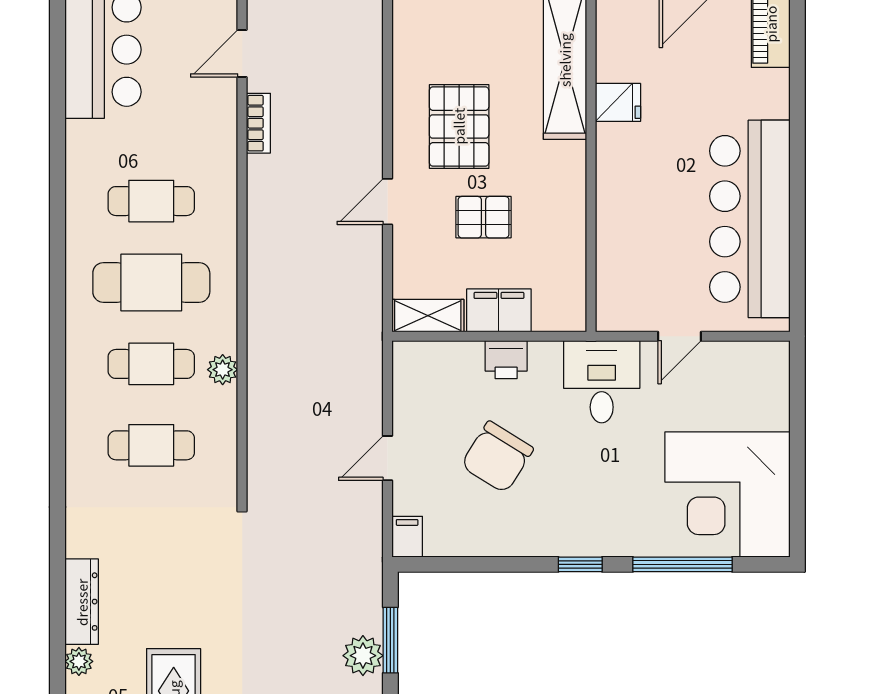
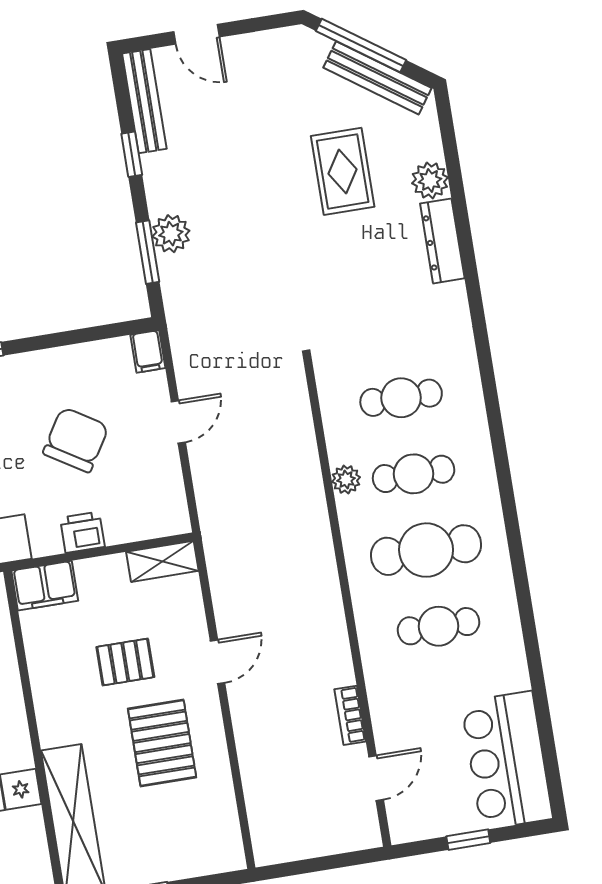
filing cabinet: (499, 310) -> (45, 586), moved
plant: (79, 661) -> (430, 180), width x1.38, depth x1.38

